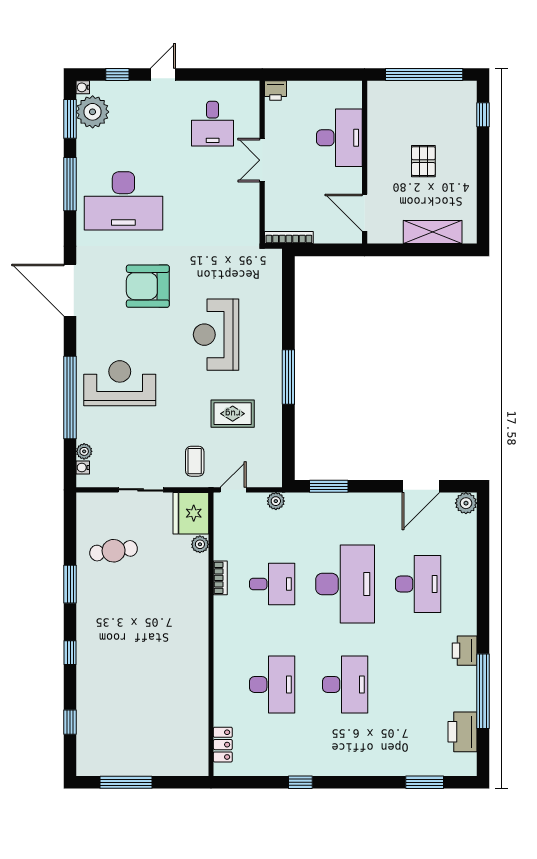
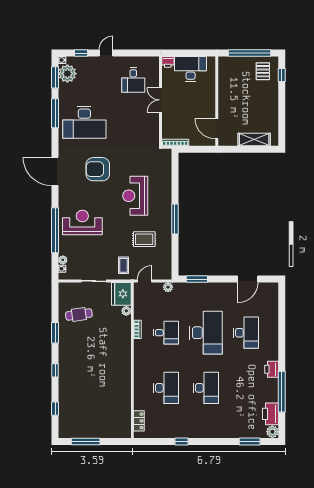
desk: (339, 138) -> (191, 69), moved, turned -90
pallet: (423, 161) -> (263, 71), moved
plant: (466, 503) -> (272, 432), moved

